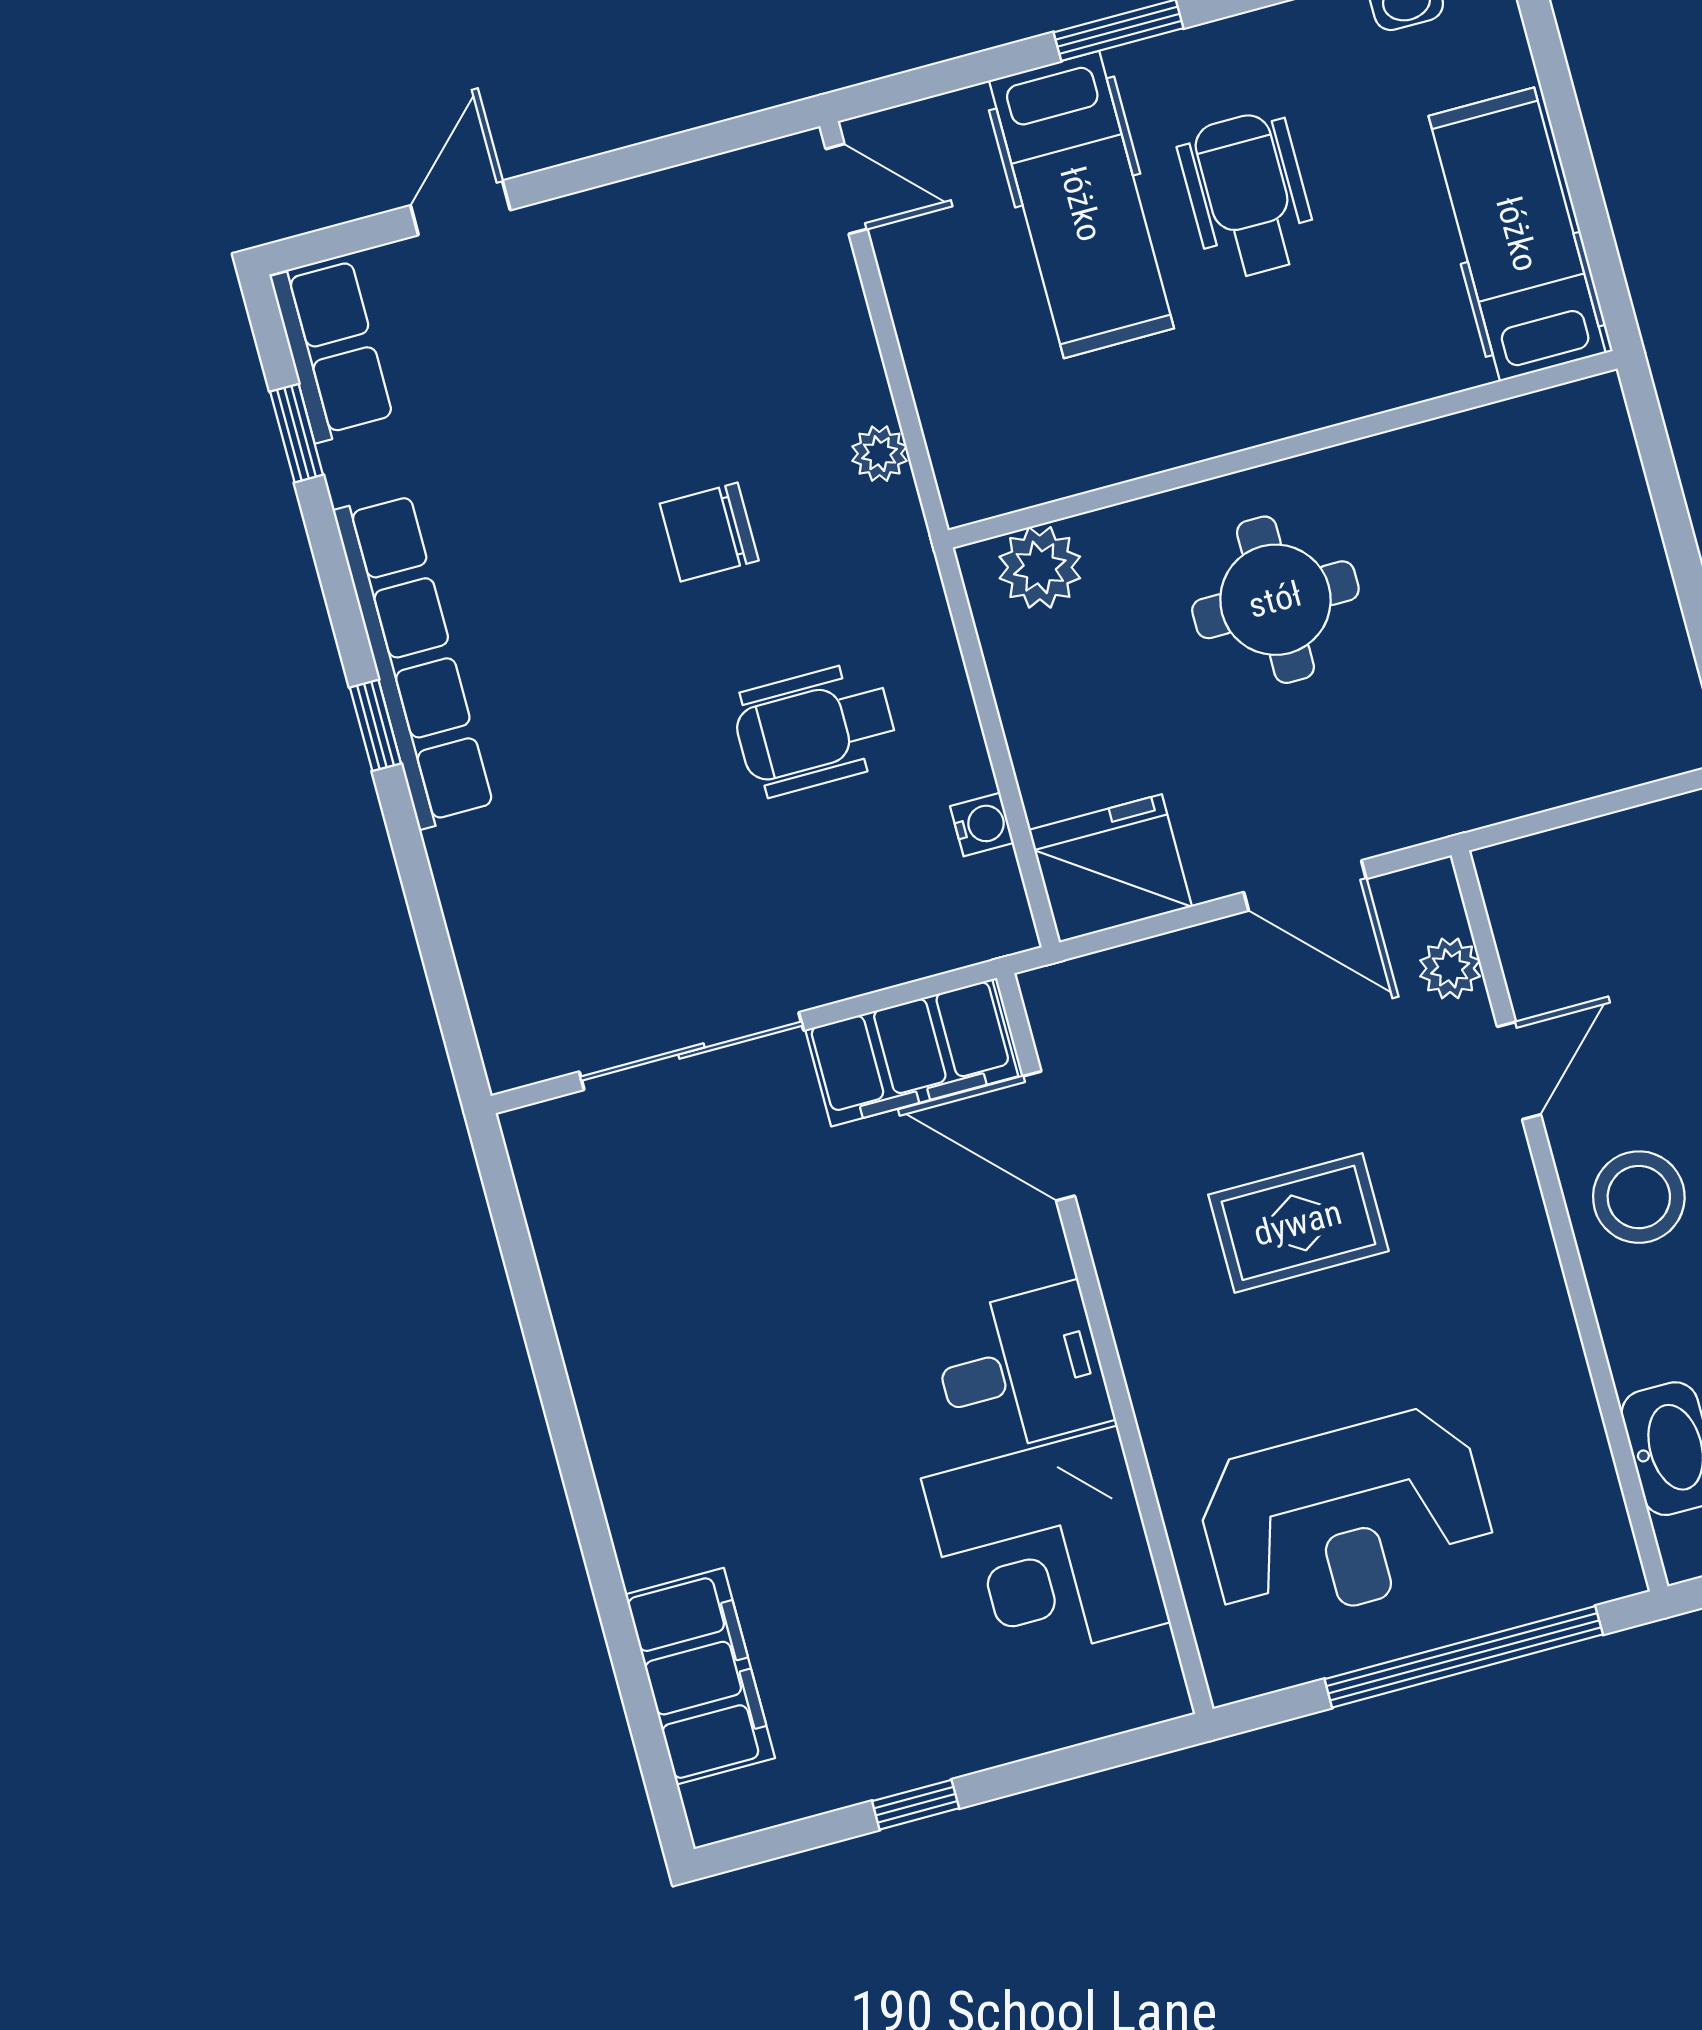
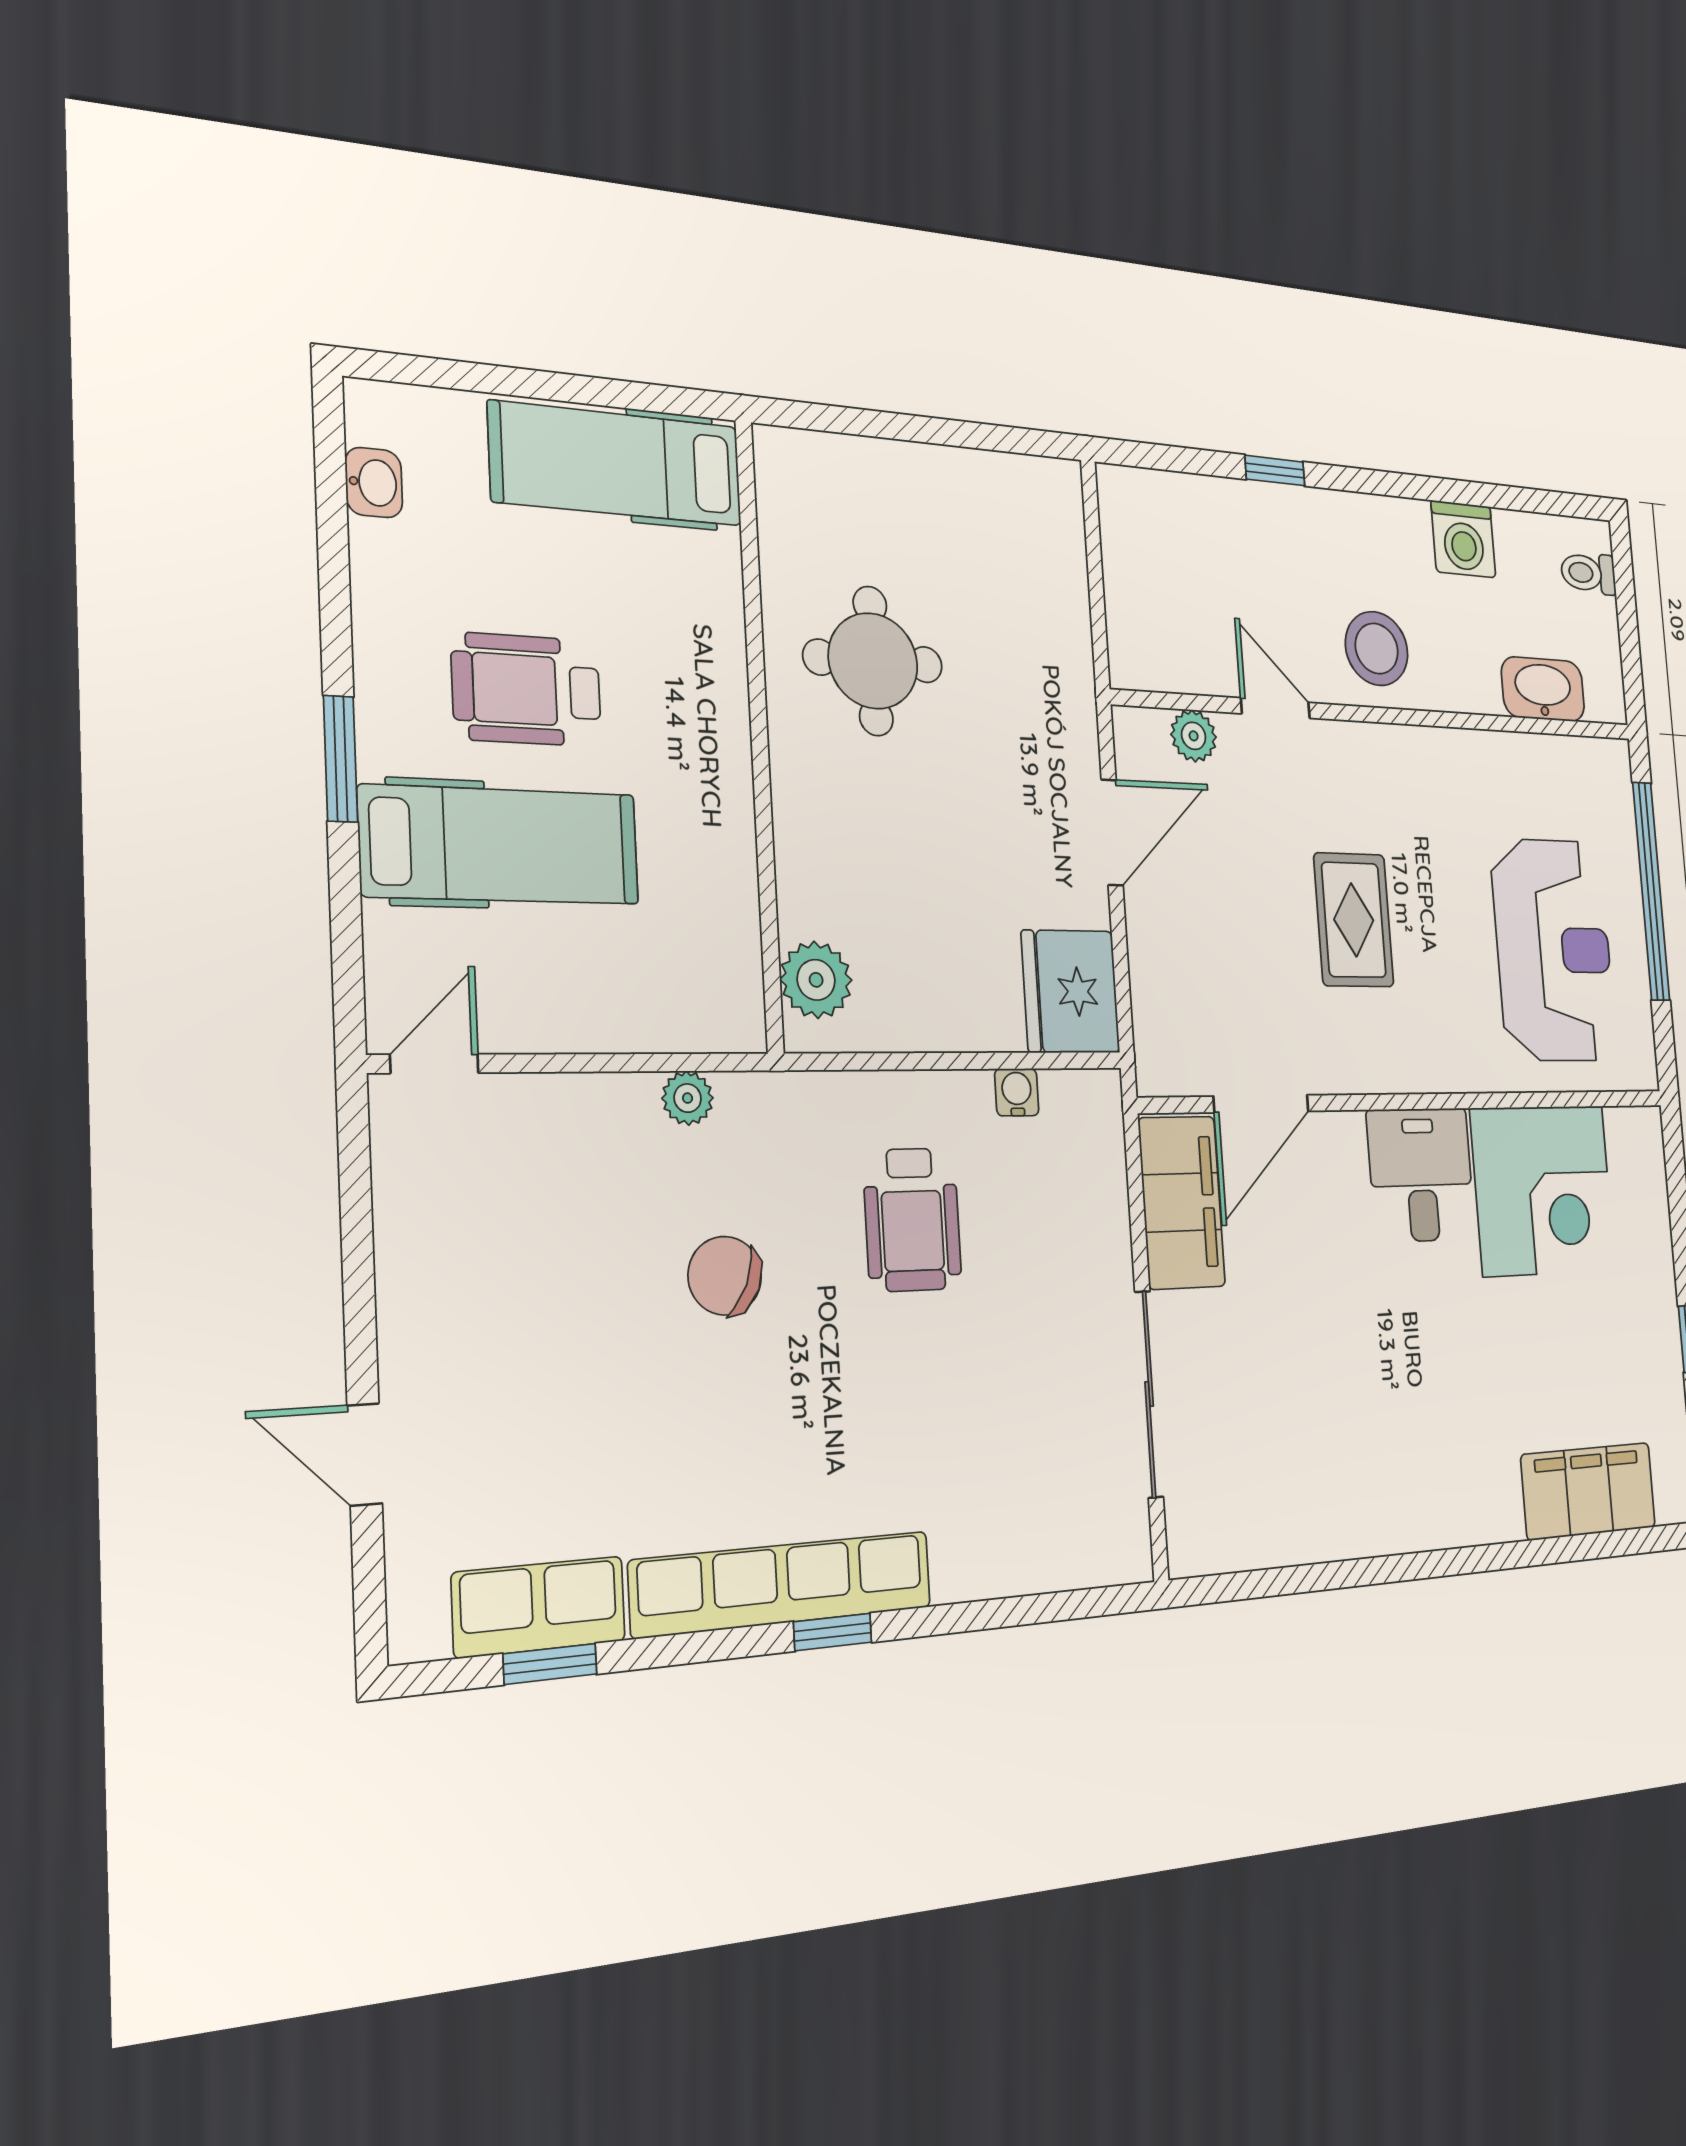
row of seats: (332, 349) -> (539, 1607), moved
chair: (709, 532) -> (725, 1276), turned 113
round table: (1275, 600) -> (873, 661), moved

